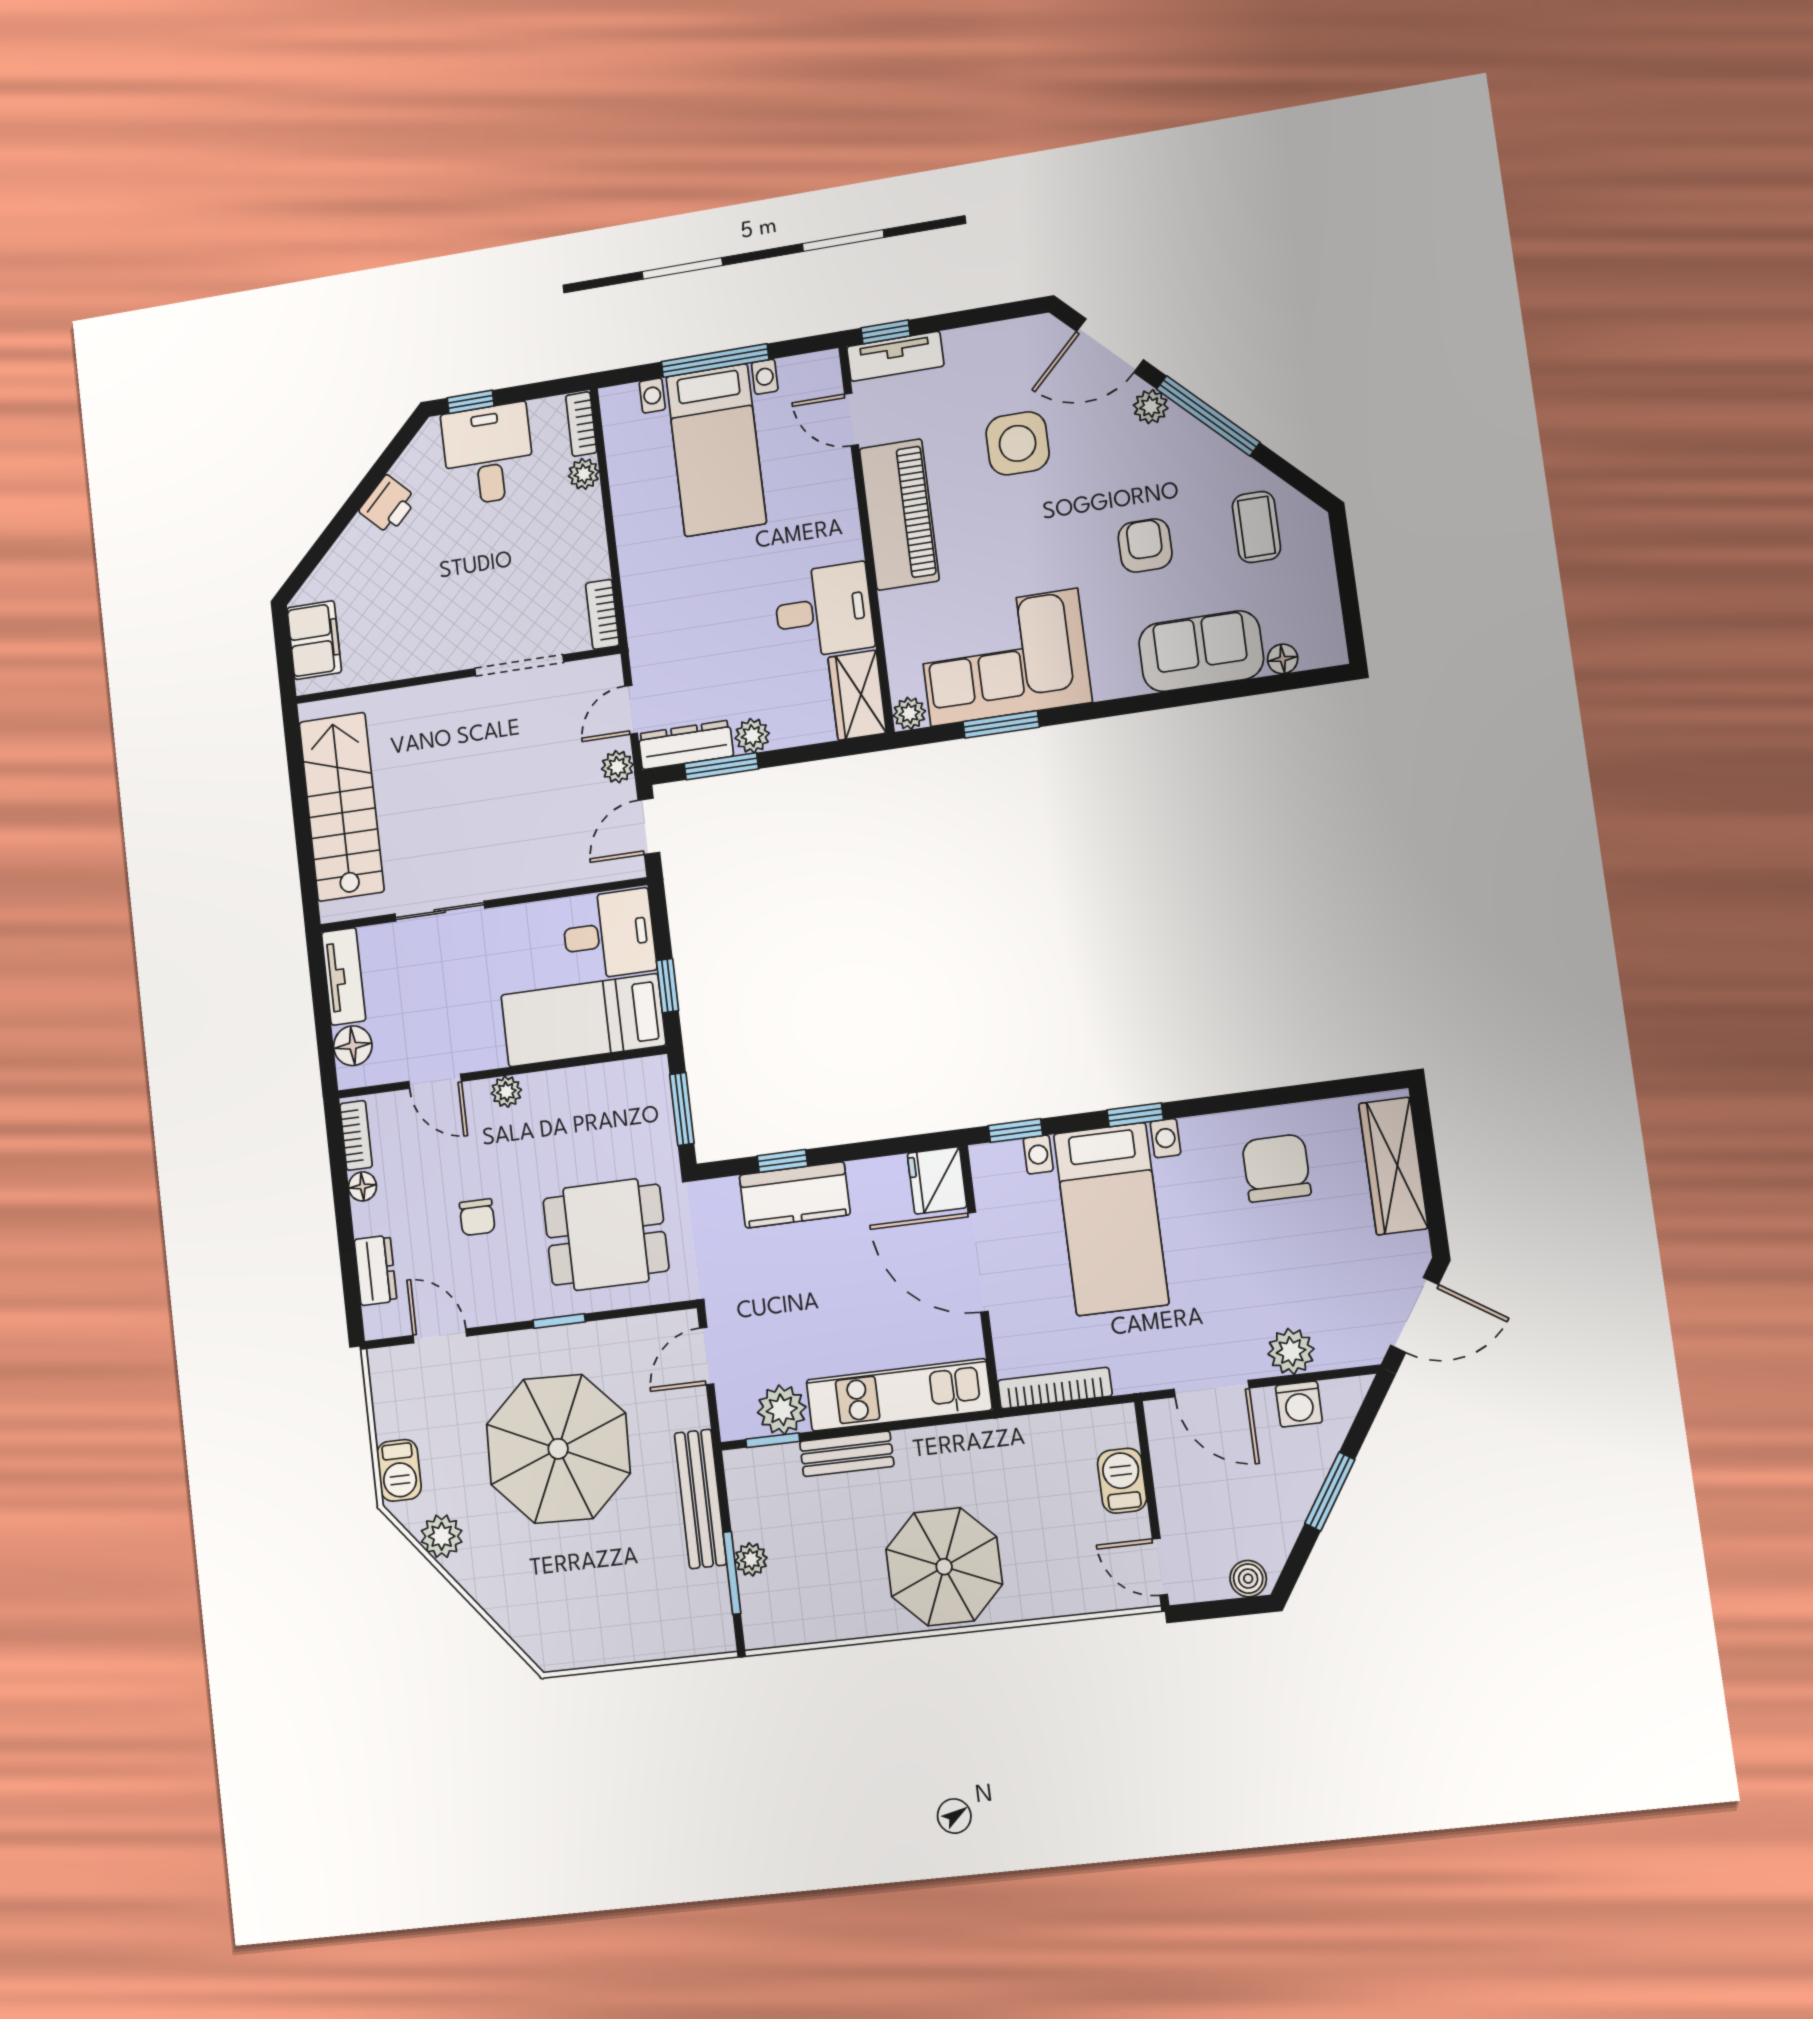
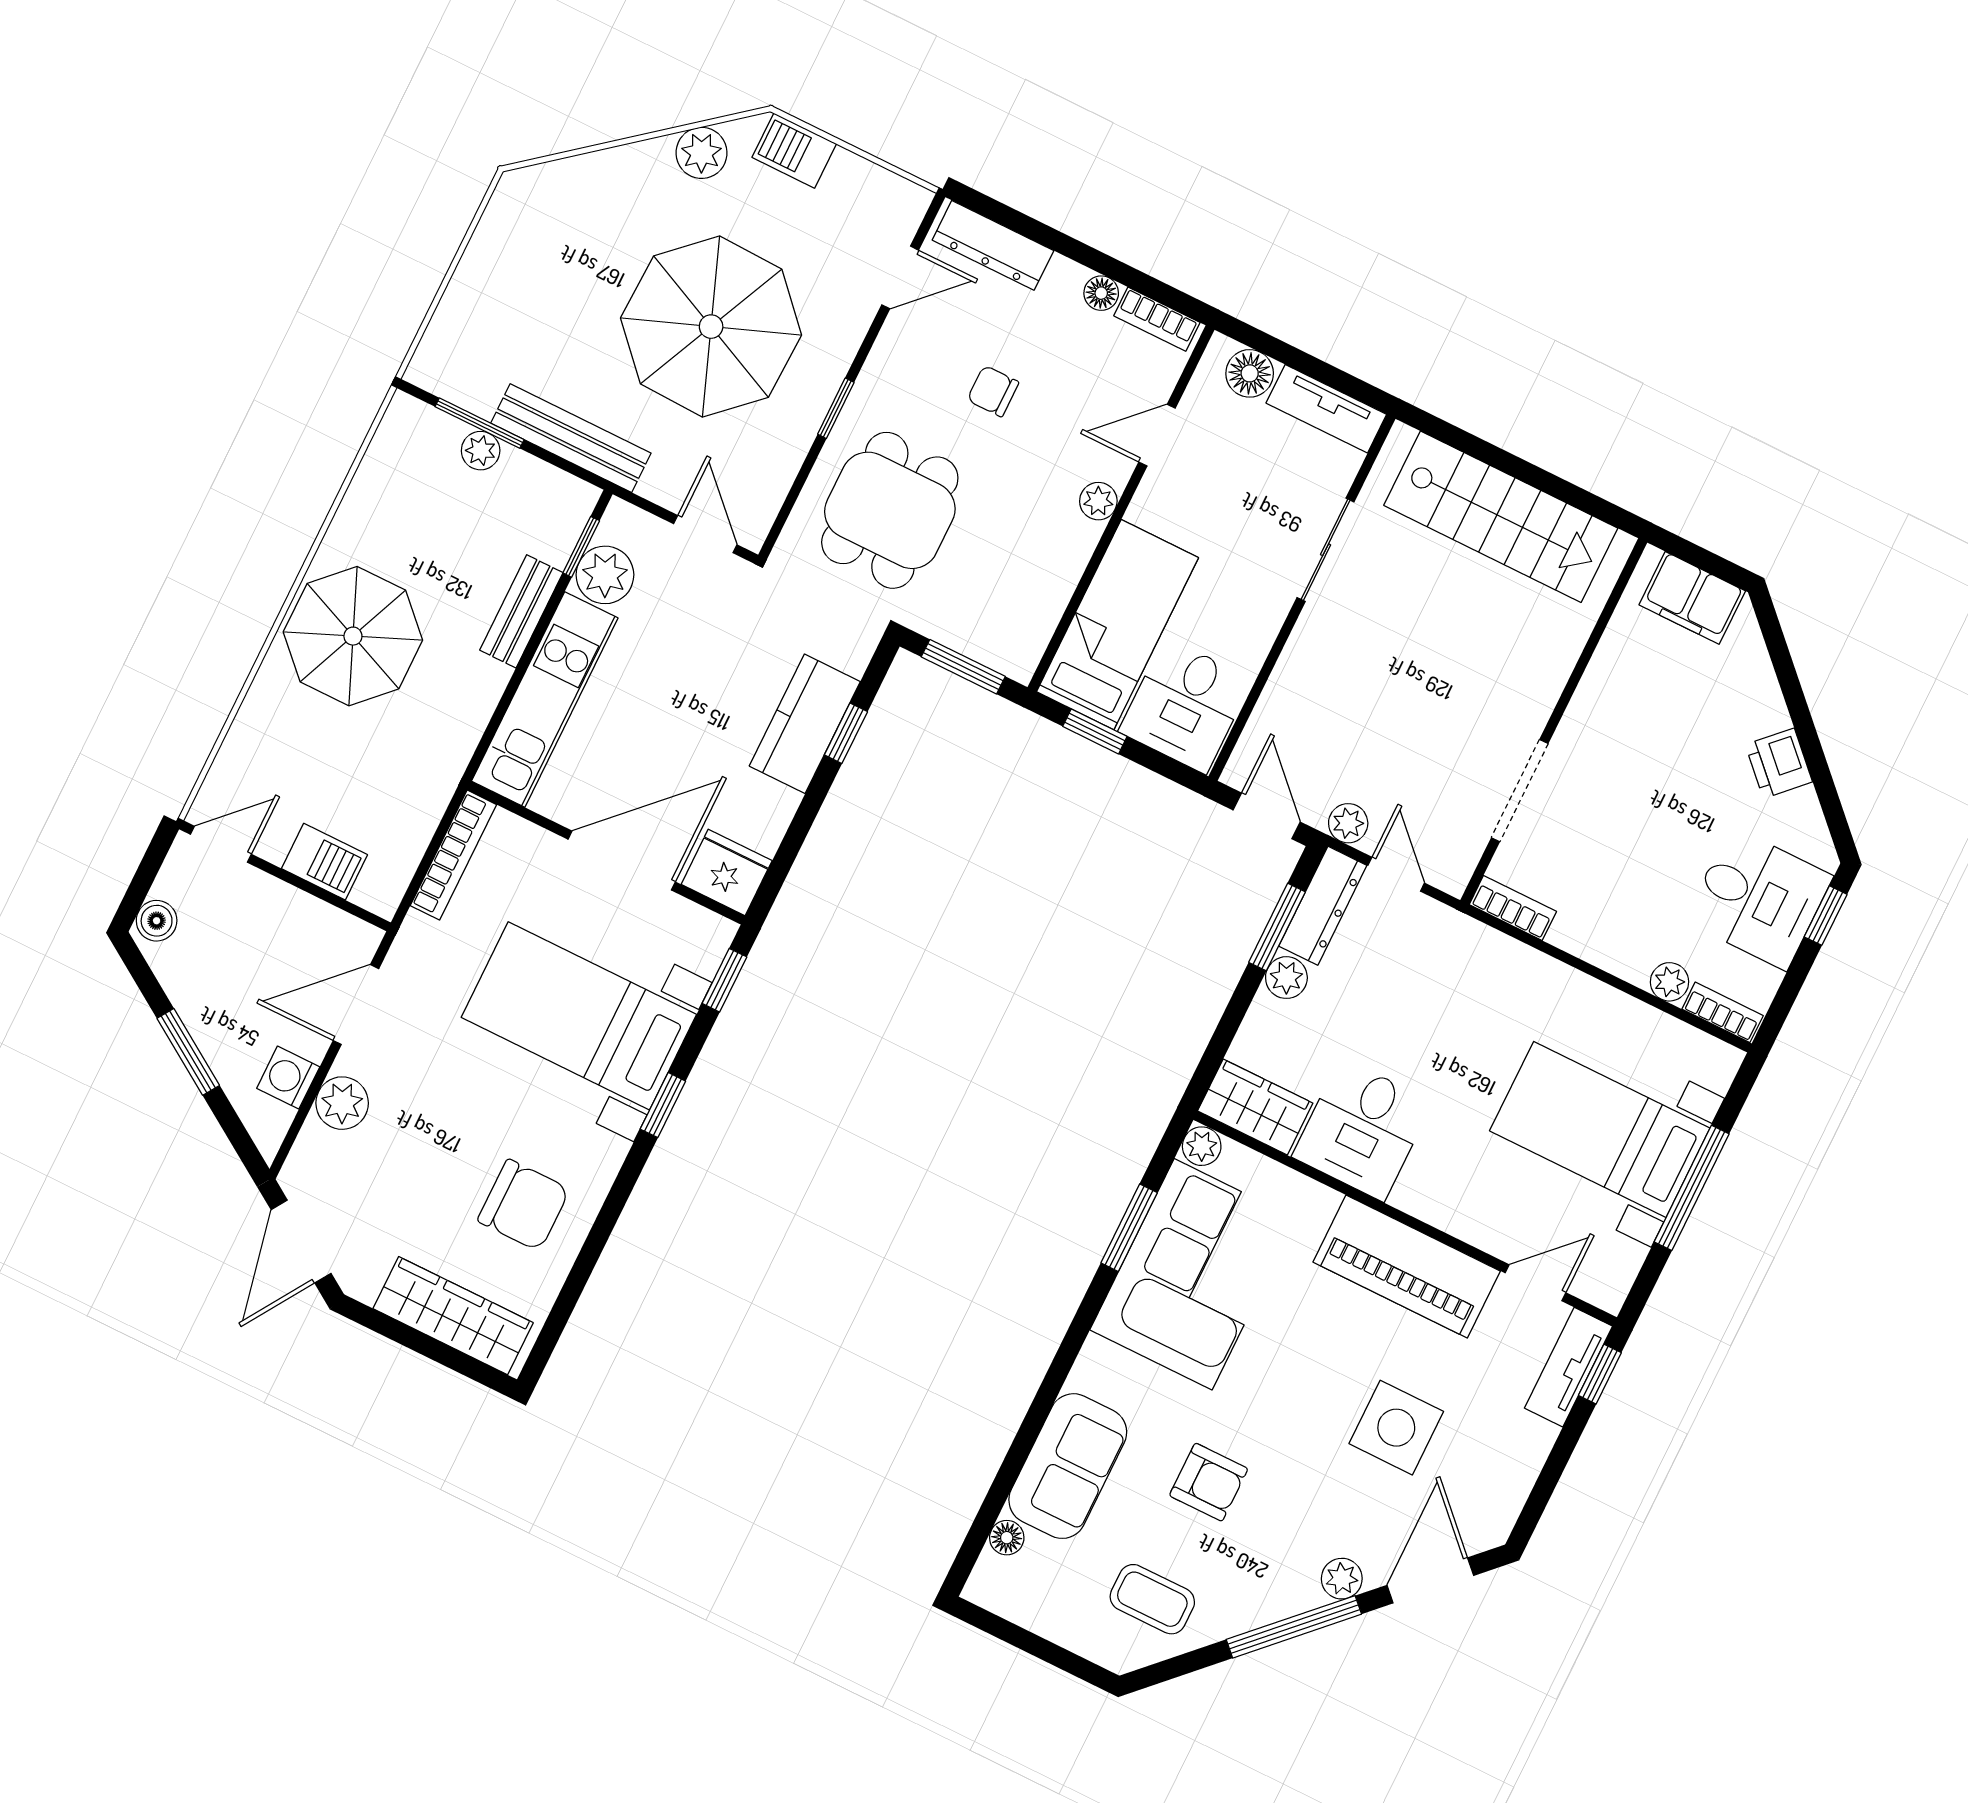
dresser: (375, 1270) -> (993, 245), width x1.44

